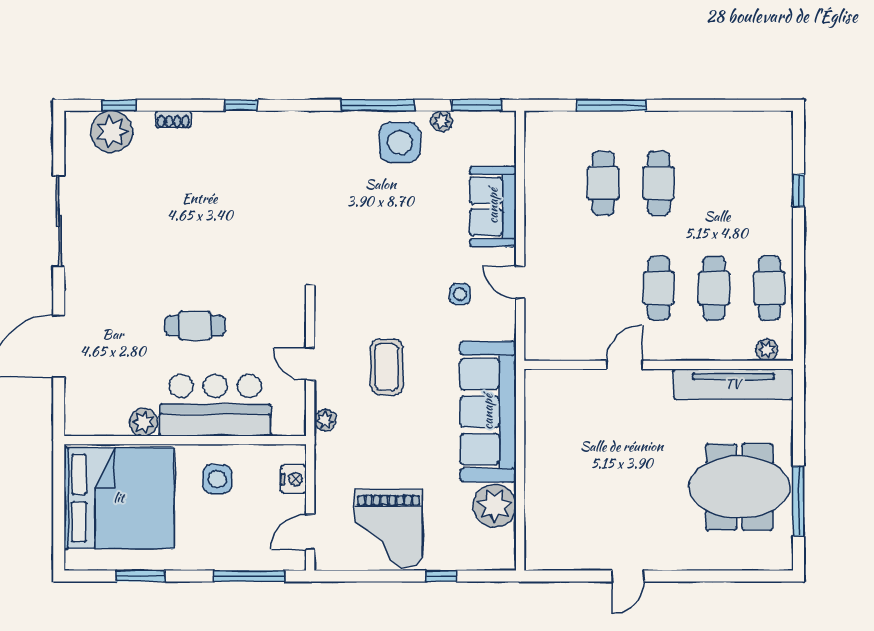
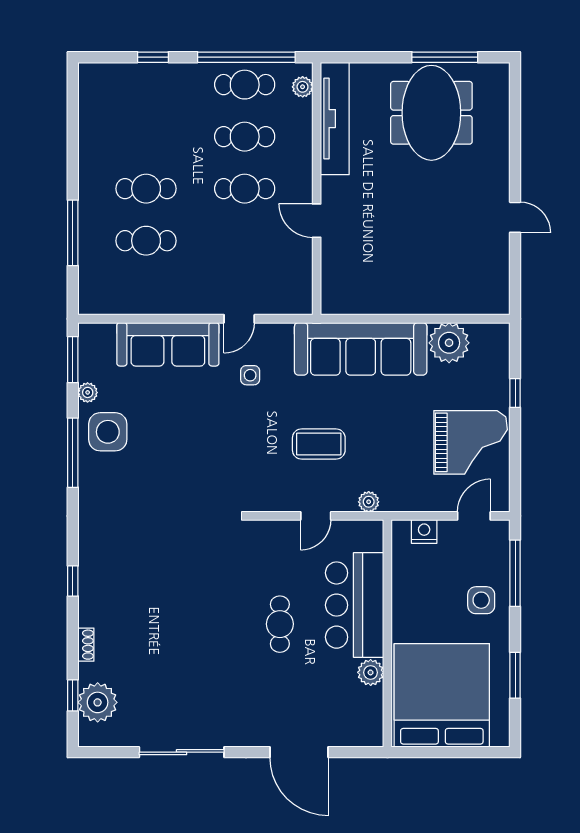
sofa: (493, 206) -> (168, 344), width x1.36
window: (798, 290) -> (246, 57), added
side table: (217, 479) -> (481, 600), moved
door: (310, 532) -> (474, 516), swing flipped

